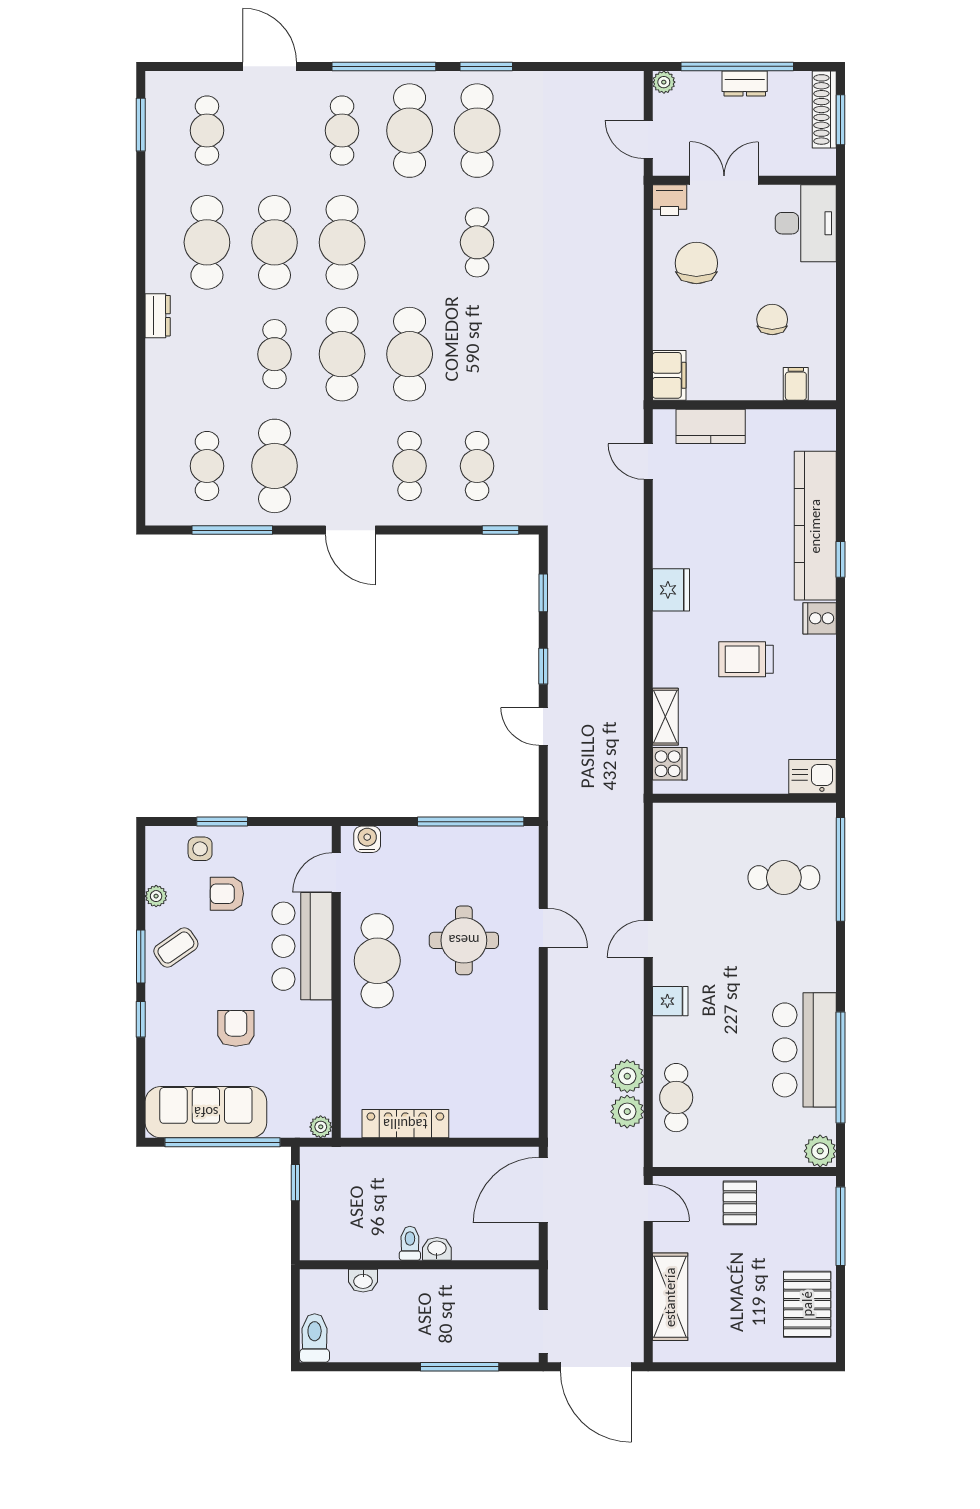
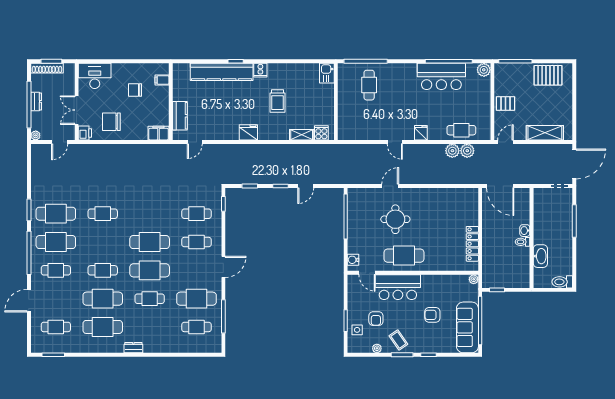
cafe table: (342, 242) -> (103, 270), width x0.73, depth x0.74
washbasin: (363, 1281) -> (540, 256), width x1.91, depth x1.45

